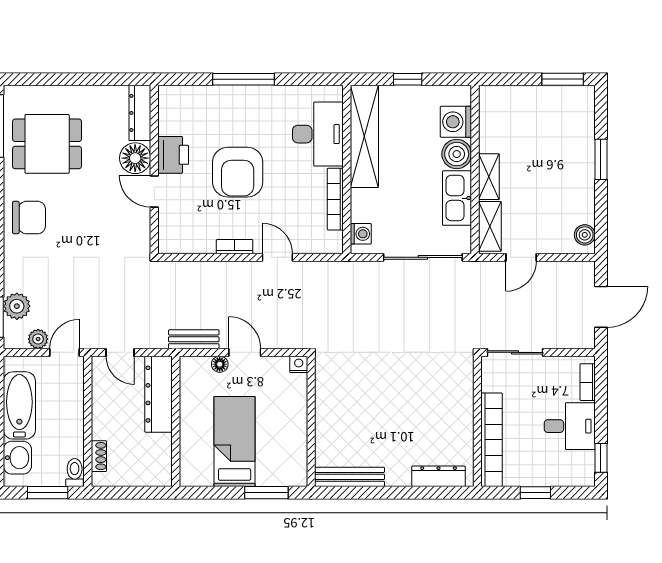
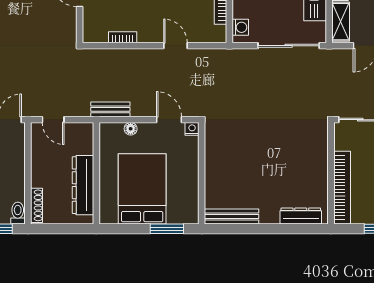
bookcase: (235, 247) -> (123, 37), moved
door: (245, 352) -> (169, 120), moved
dresser: (159, 394) -> (83, 185), moved
bed: (235, 441) -> (142, 189), width x1.50
shoe rack: (99, 456) -> (37, 205), width x1.43

